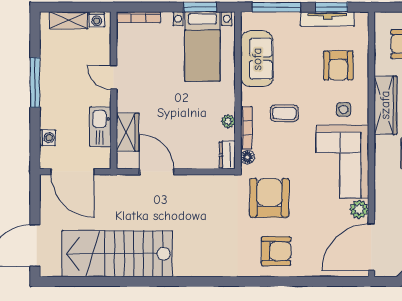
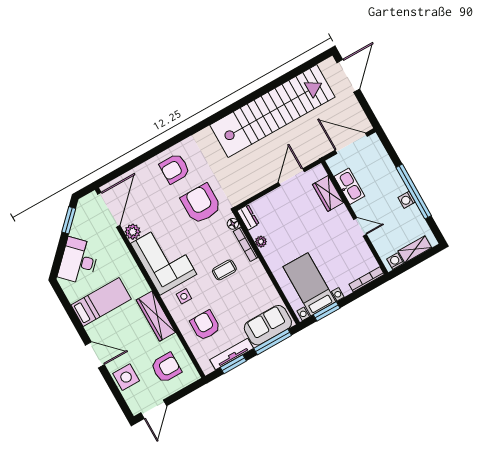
sofa: (257, 59) -> (268, 325), moved, turned 90
window: (35, 82) -> (414, 192), width x1.46
washing machine: (47, 138) -> (407, 200), moved
door: (157, 172) -> (291, 177), swing flipped
armchair: (269, 198) -> (201, 204), turned 180
stairs: (117, 254) -> (272, 111), width x1.36

